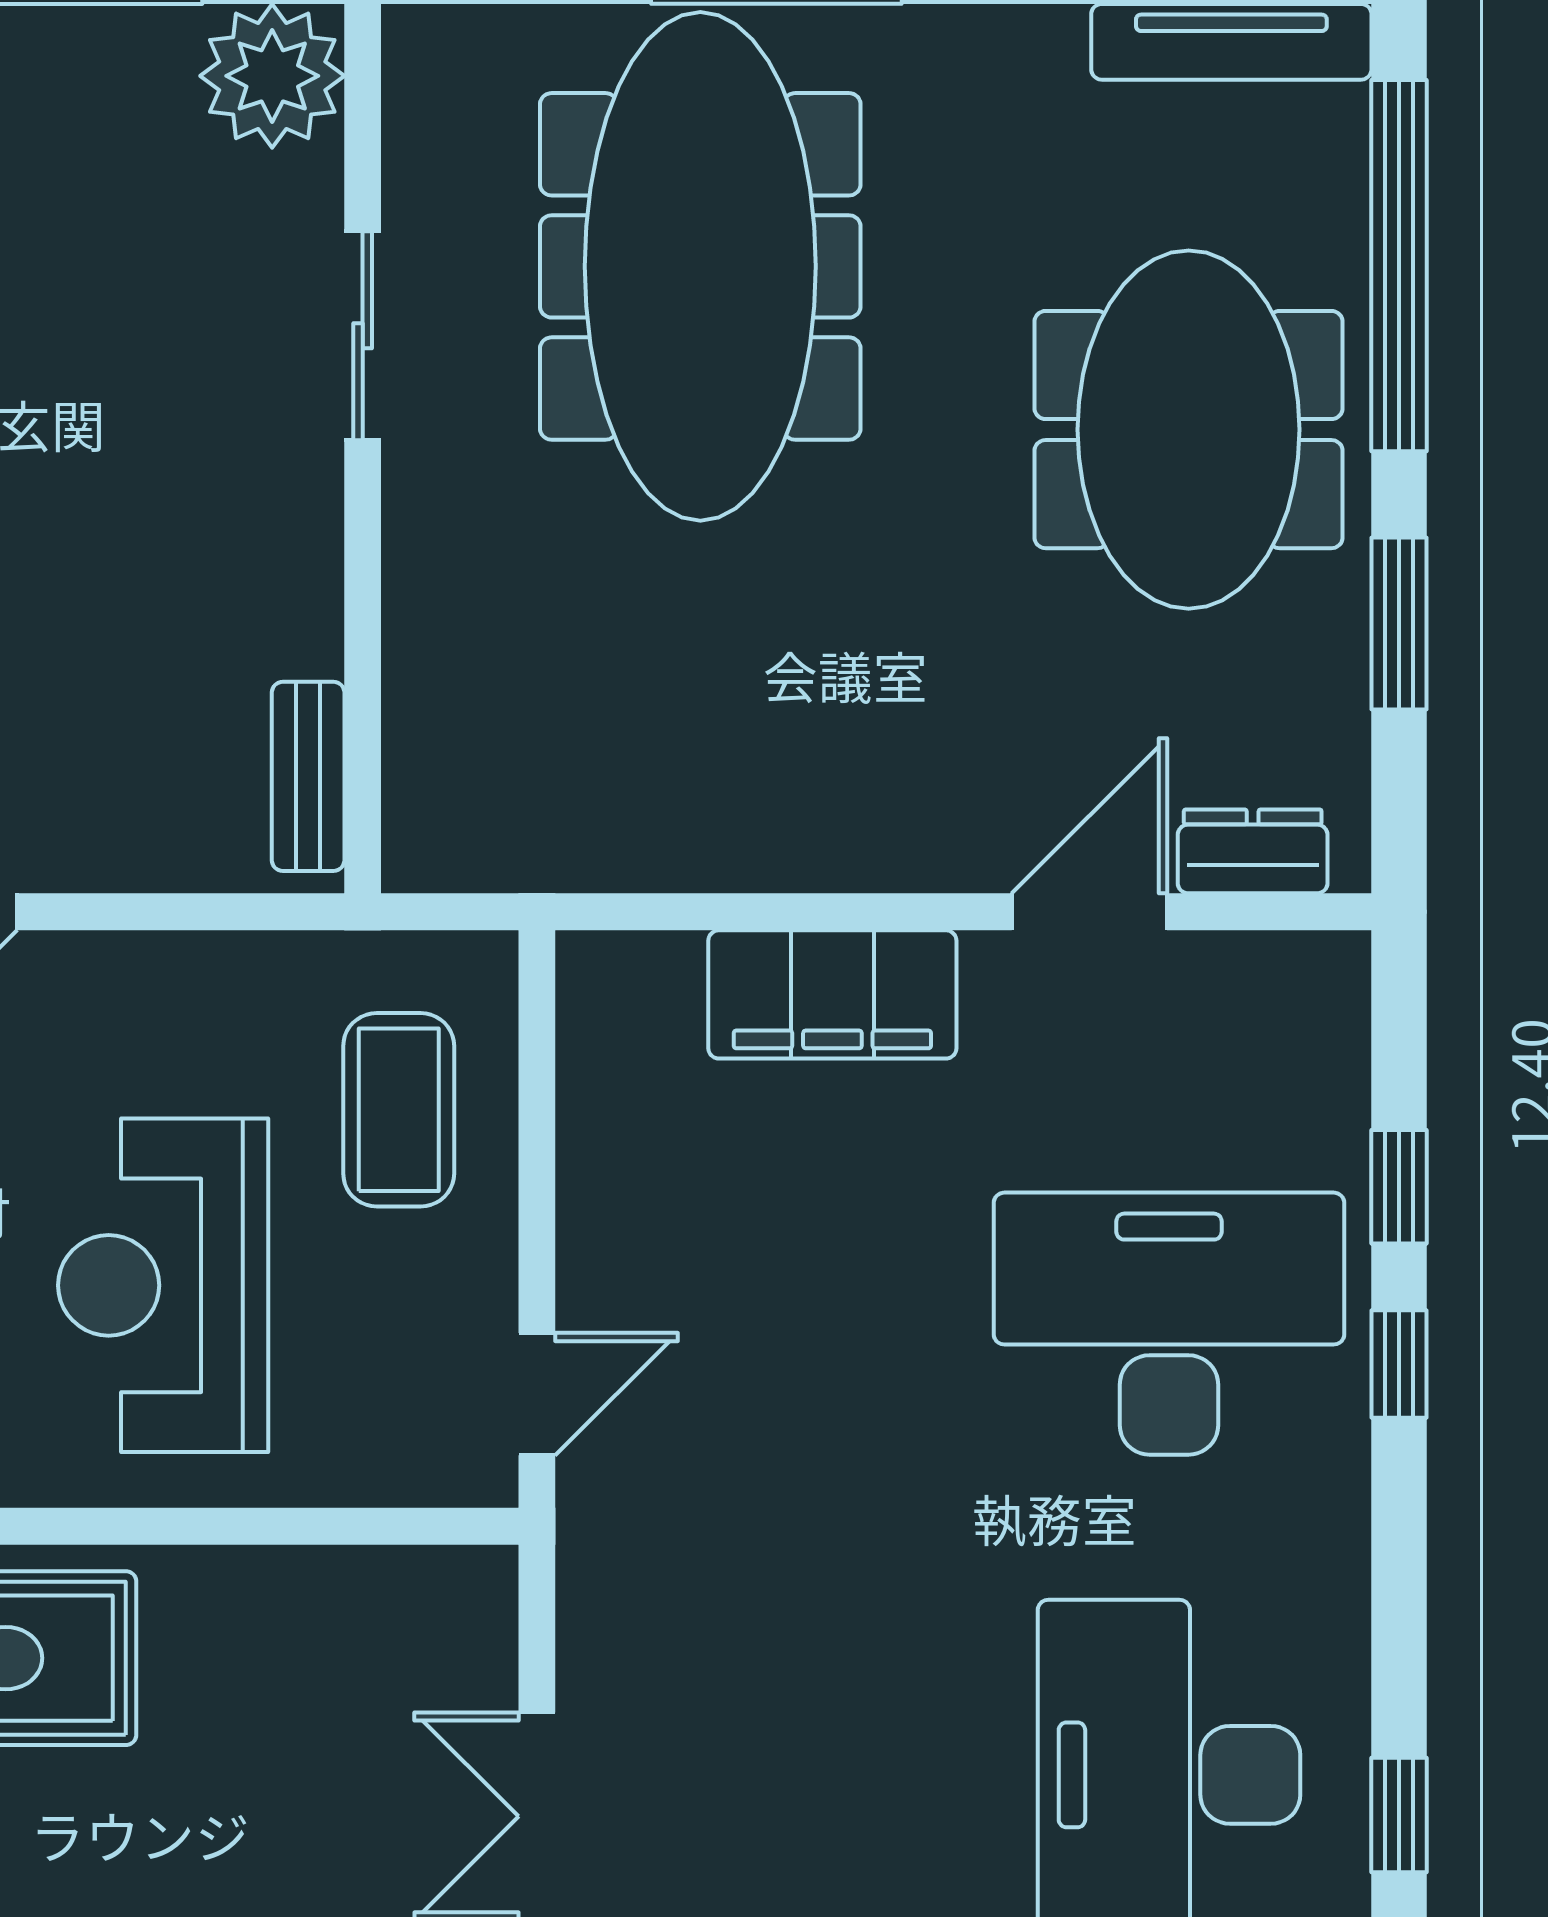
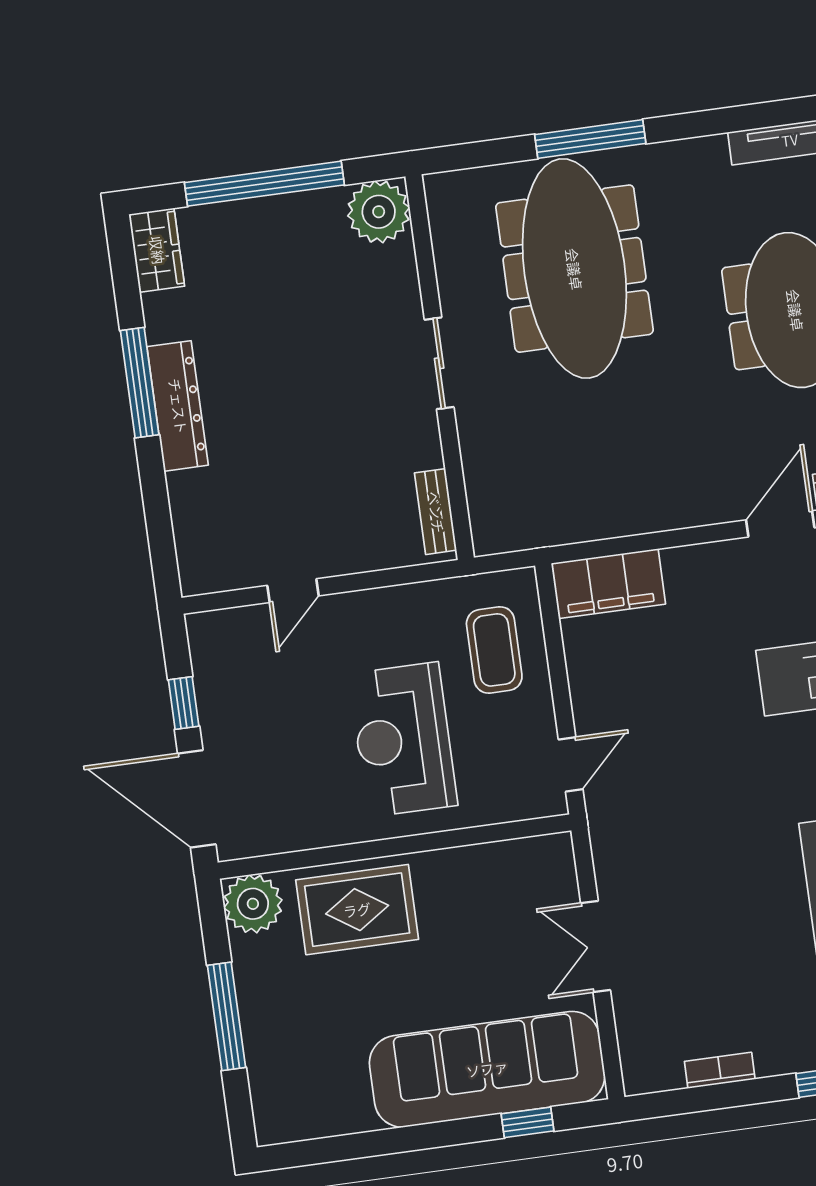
sliding door: (363, 336) -> (439, 363), moved
filing cabinet: (832, 994) -> (608, 584), moved

